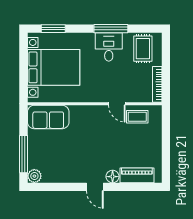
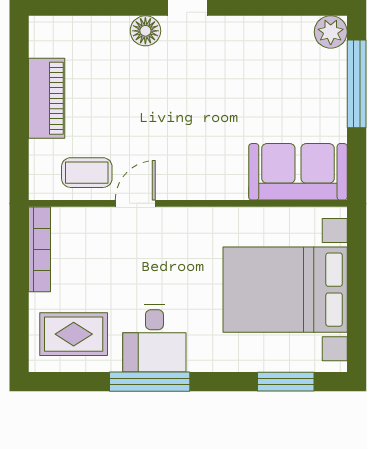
rug: (143, 49) -> (74, 334), turned 90
door: (117, 104) -> (135, 203), hinge flipped
piano: (137, 175) -> (47, 98), moved, turned -90

